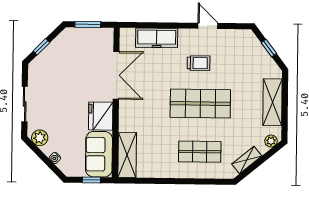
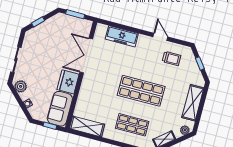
trolley: (199, 63) -> (172, 59), moved
double door: (116, 75) -> (86, 56), swing flipped
shelving: (127, 155) -> (87, 126), moved, turned 90

